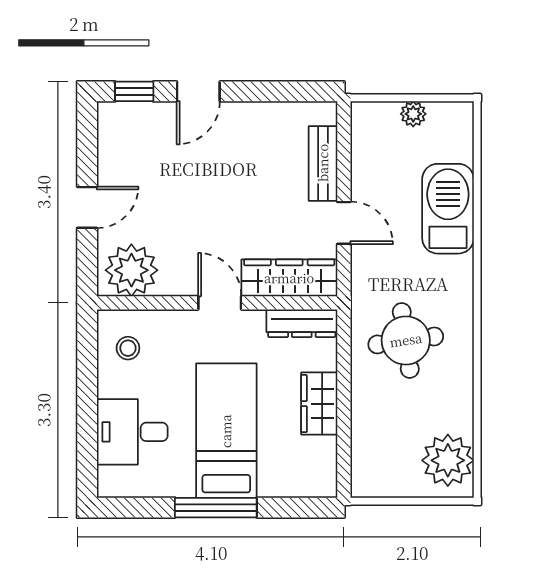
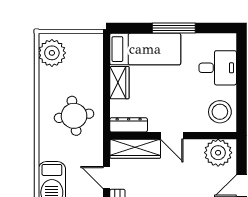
stool: (128, 348) -> (220, 112), width x1.89, depth x1.89
bed: (226, 431) -> (145, 49), moved, turned -90

